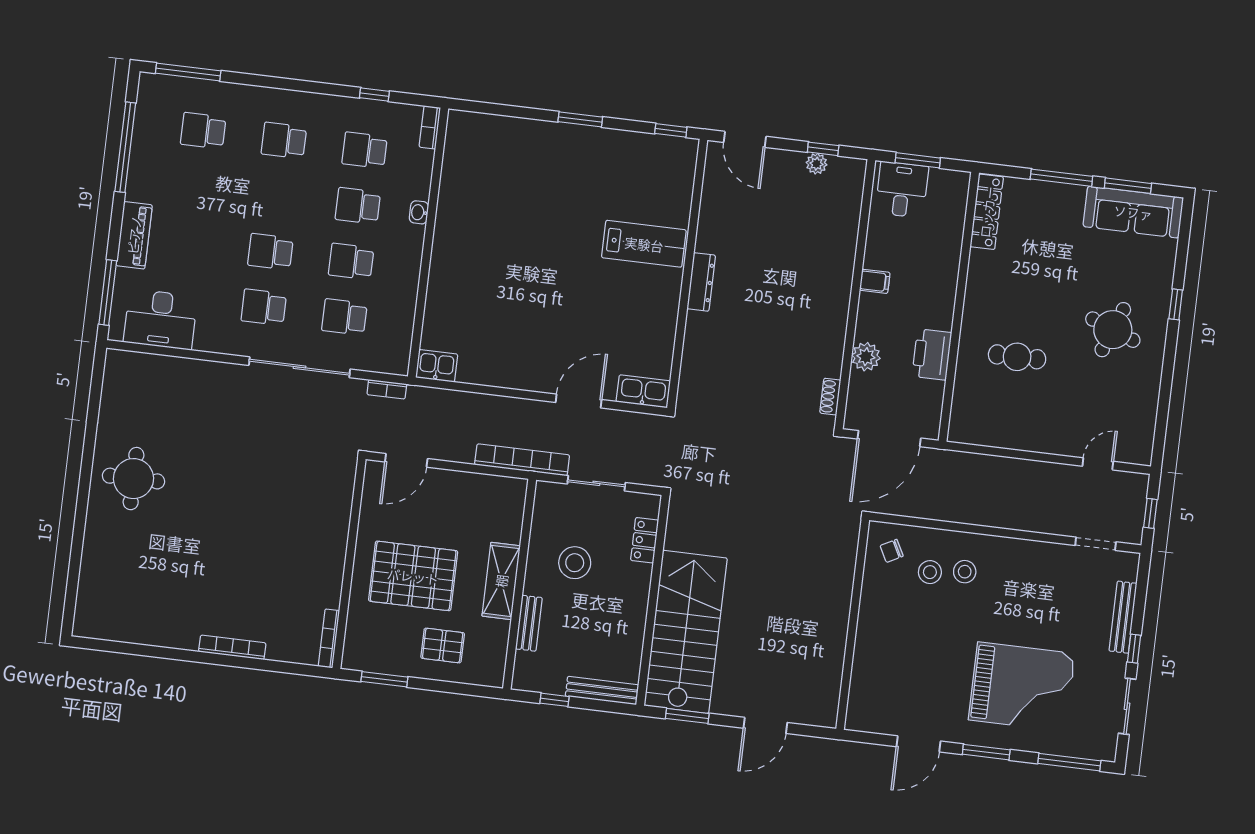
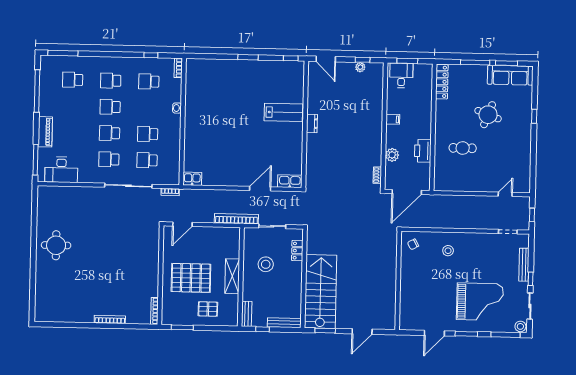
school desk: (358, 206) -> (110, 107), moved
dresser: (701, 282) -> (312, 124), width x0.70
round table: (1113, 330) -> (488, 115), moved
stool: (930, 572) -> (520, 326), moved
bench: (529, 623) -> (247, 314), moved

